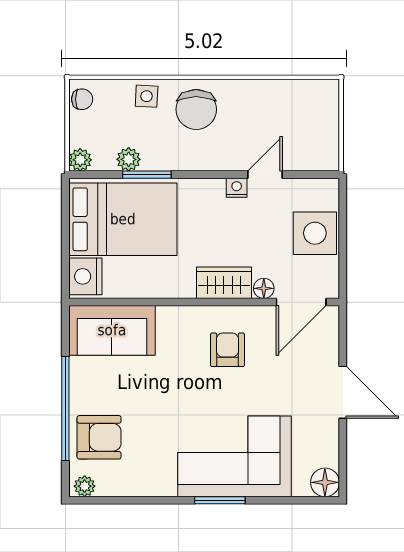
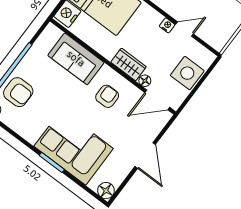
sofa: (112, 330) -> (76, 59), moved

